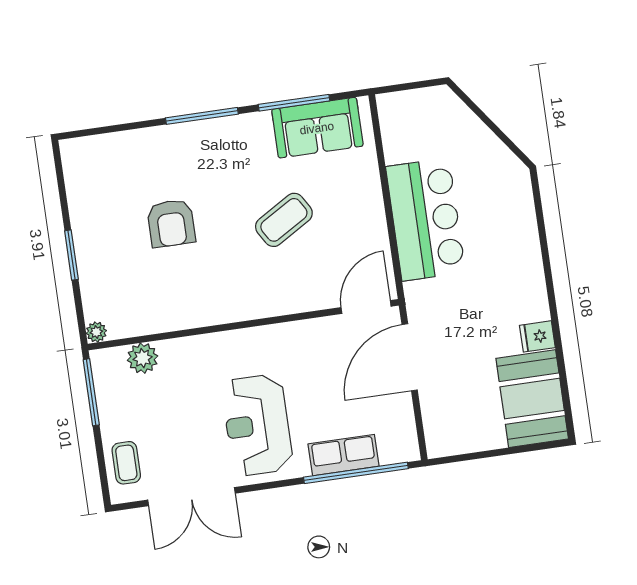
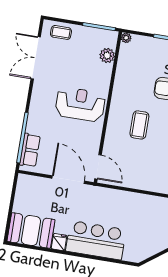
bar counter: (426, 219) -> (96, 240), moved, turned 180
coffee table: (284, 220) -> (139, 125), moved, turned 31
reception desk: (257, 425) -> (80, 104), moved
row of seats: (344, 455) -> (30, 150), moved

